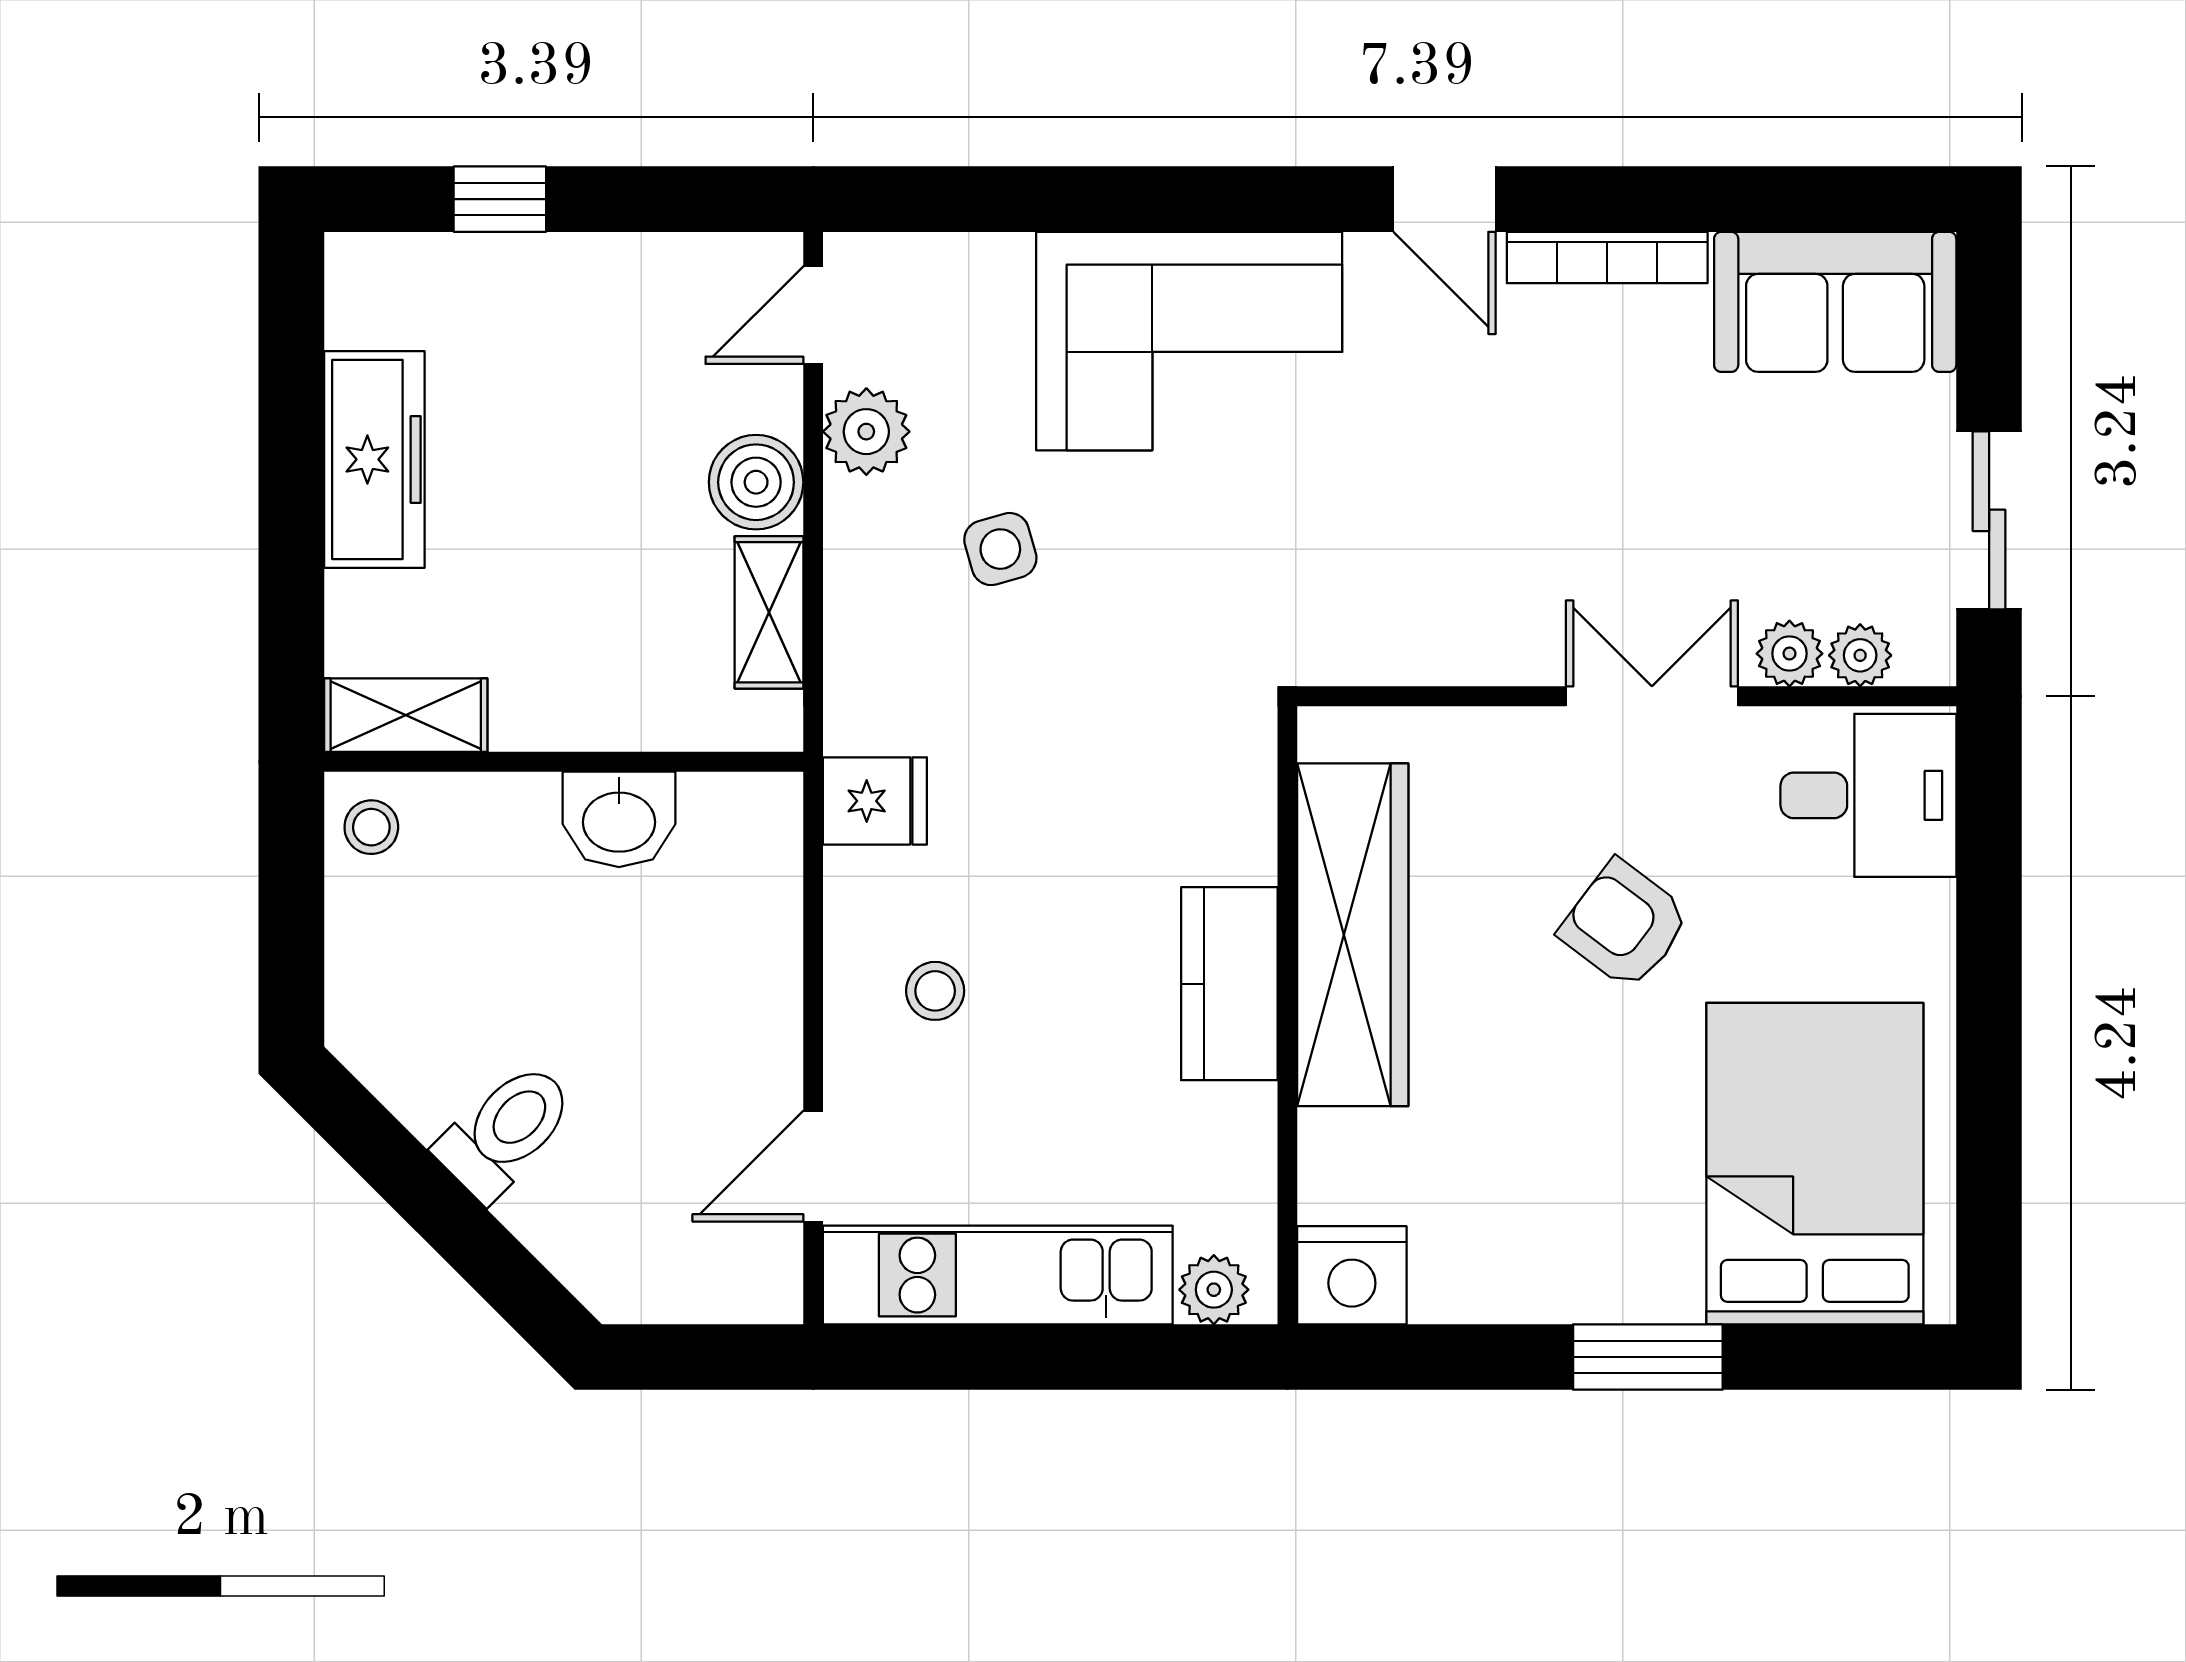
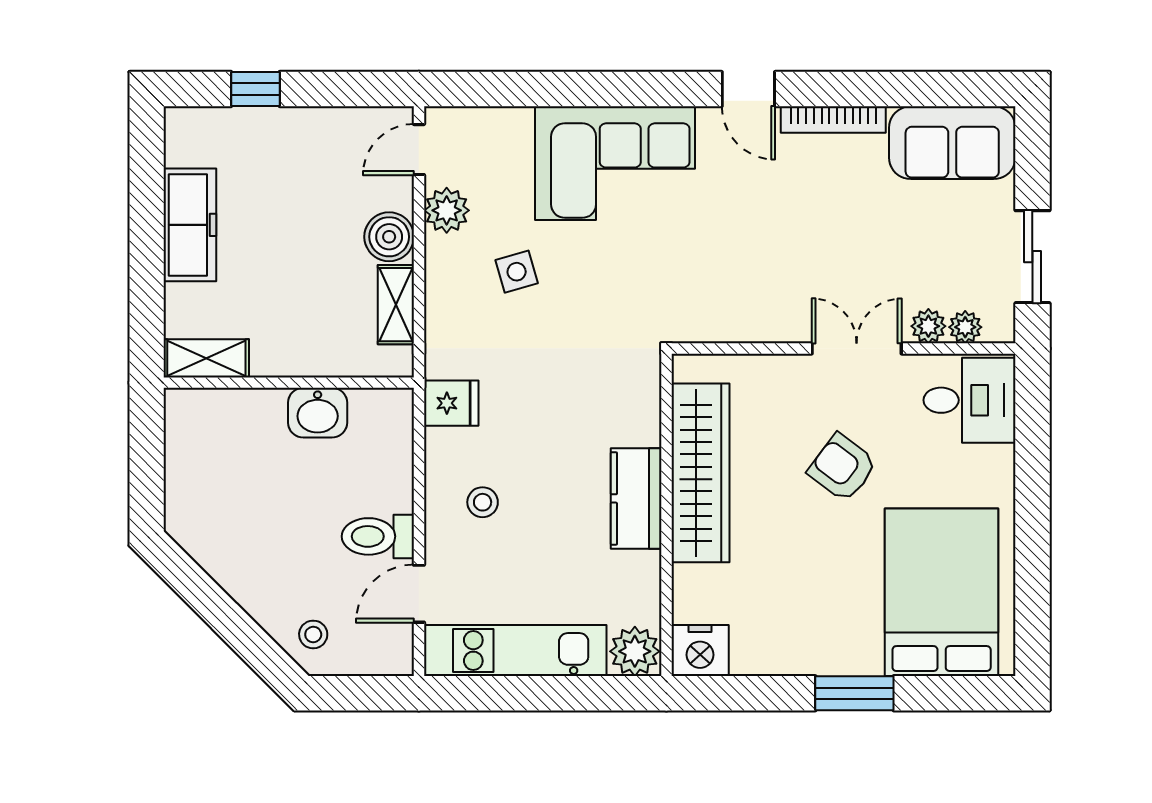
stool: (371, 827) -> (313, 634), moved
toilet: (506, 1131) -> (378, 536), moved, turned -135
plant: (1214, 1290) -> (635, 651), width x1.38, depth x1.38

